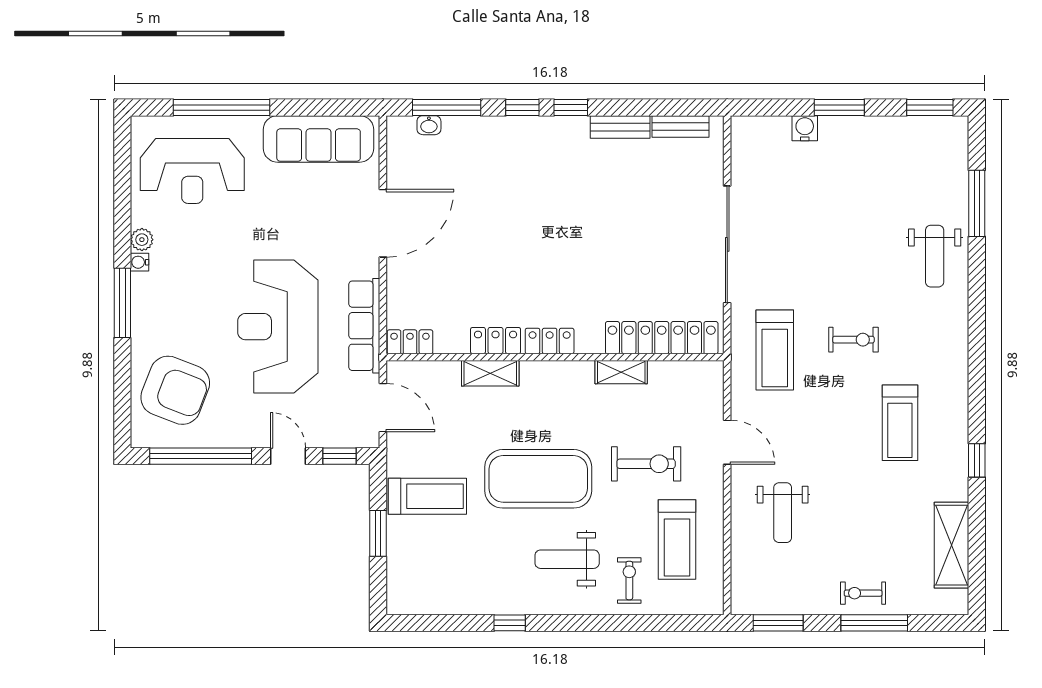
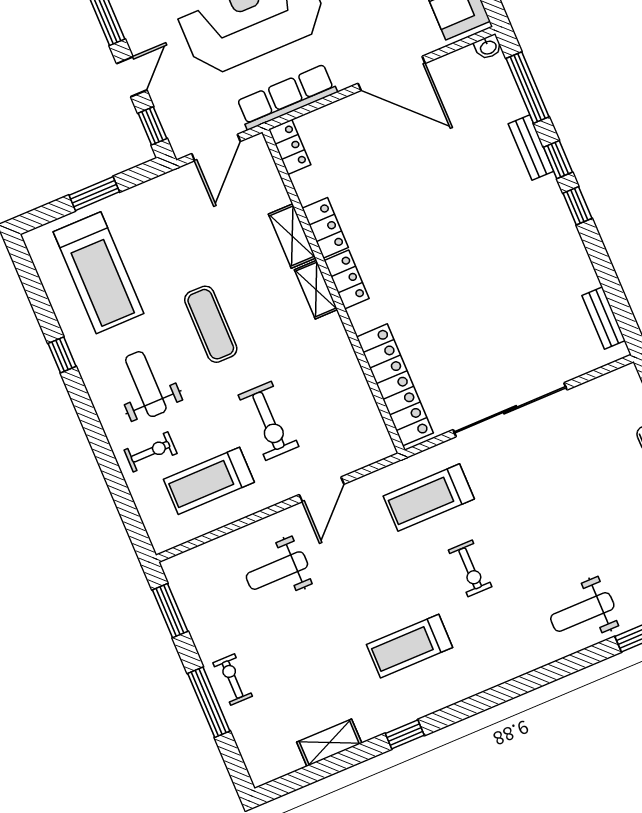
washbasin: (429, 125) -> (488, 47), moved, turned -90
bench: (620, 127) -> (531, 147), moved
shelving: (621, 372) -> (316, 290), moved
exercise mat: (538, 479) -> (211, 324), width x0.50, depth x0.69
treadmill: (427, 496) -> (98, 273), moved, width x1.37, depth x1.38
shelving: (952, 545) -> (329, 743), width x0.67, depth x0.75

